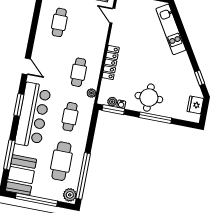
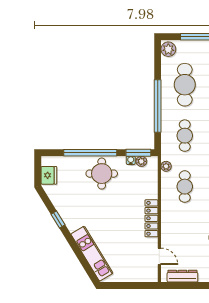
locker: (111, 63) -> (151, 218), moved
window: (200, 78) -> (58, 220), moved
window: (155, 118) -> (90, 153), width x1.46
window: (83, 176) -> (158, 106), moved

